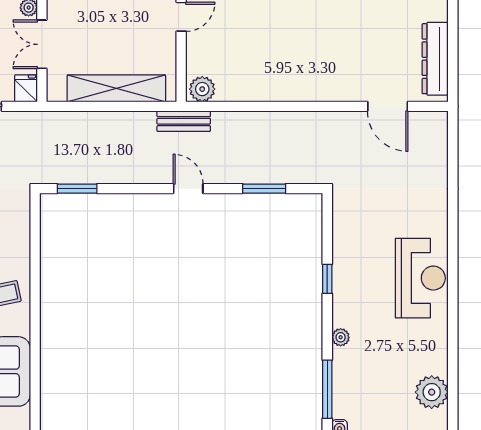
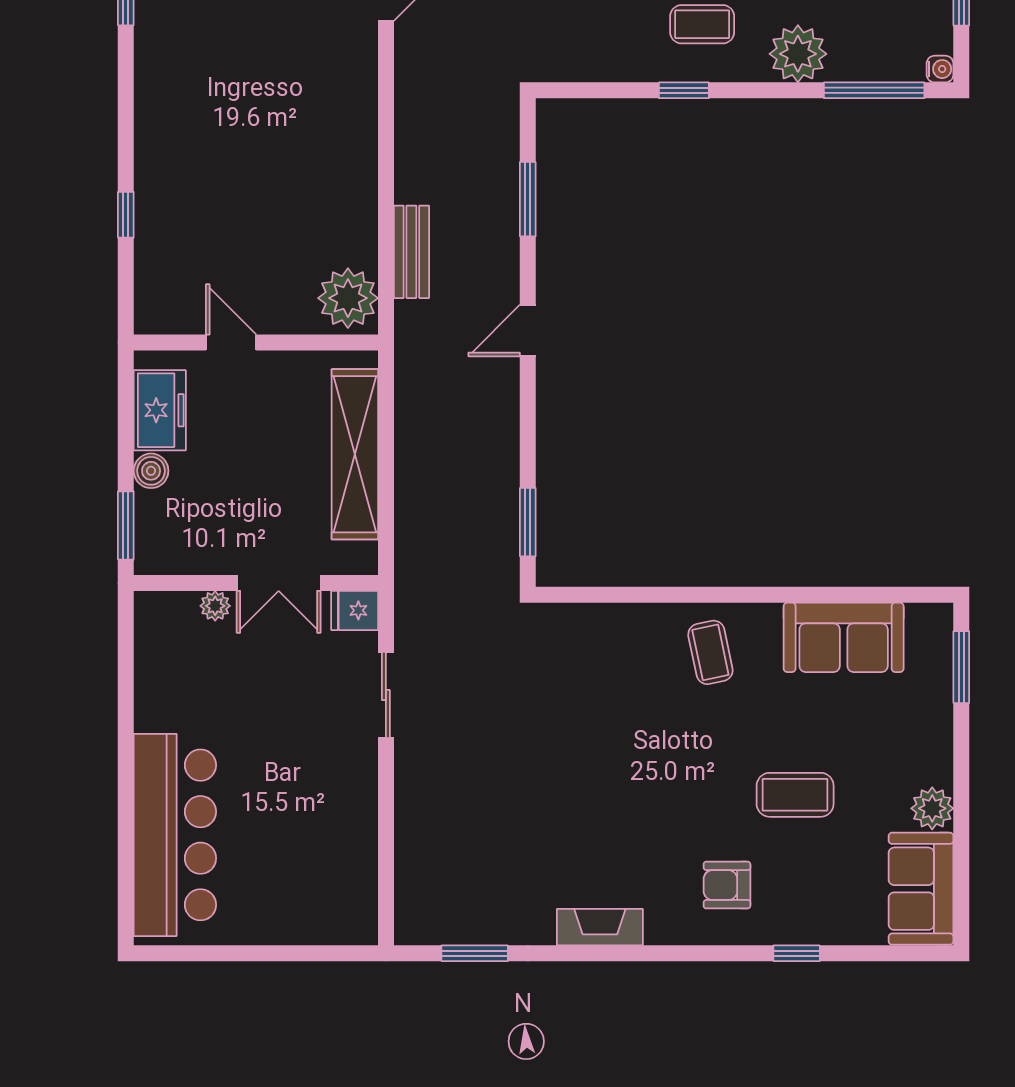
plant: (202, 89) -> (348, 298), width x1.36, depth x1.36
bench: (184, 121) -> (411, 252), moved
coffee table: (365, 290) -> (702, 24), added
plant: (341, 337) -> (798, 54), width x1.88, depth x1.88

